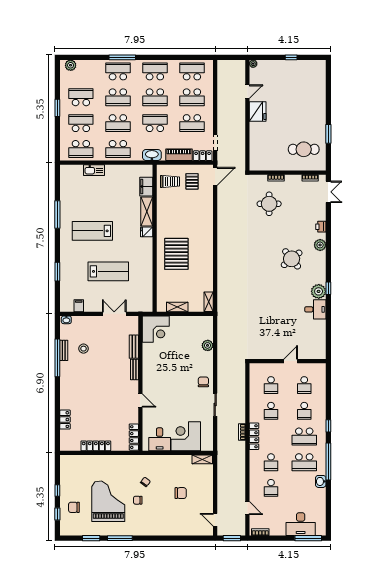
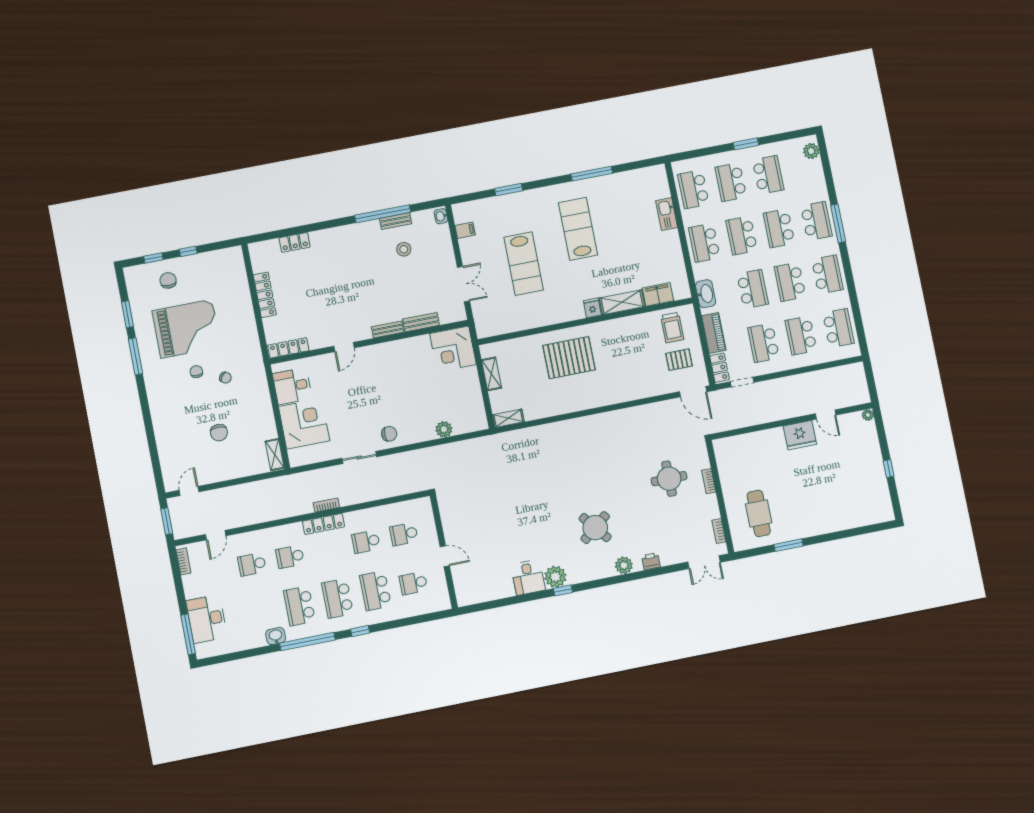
school desk: (81, 123) -> (731, 182), turned 180
school desk: (304, 411) -> (375, 591), width x1.85

